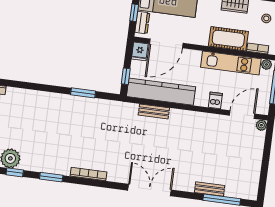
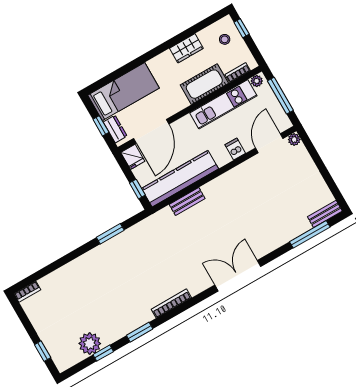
bench: (210, 189) -> (325, 214), moved

